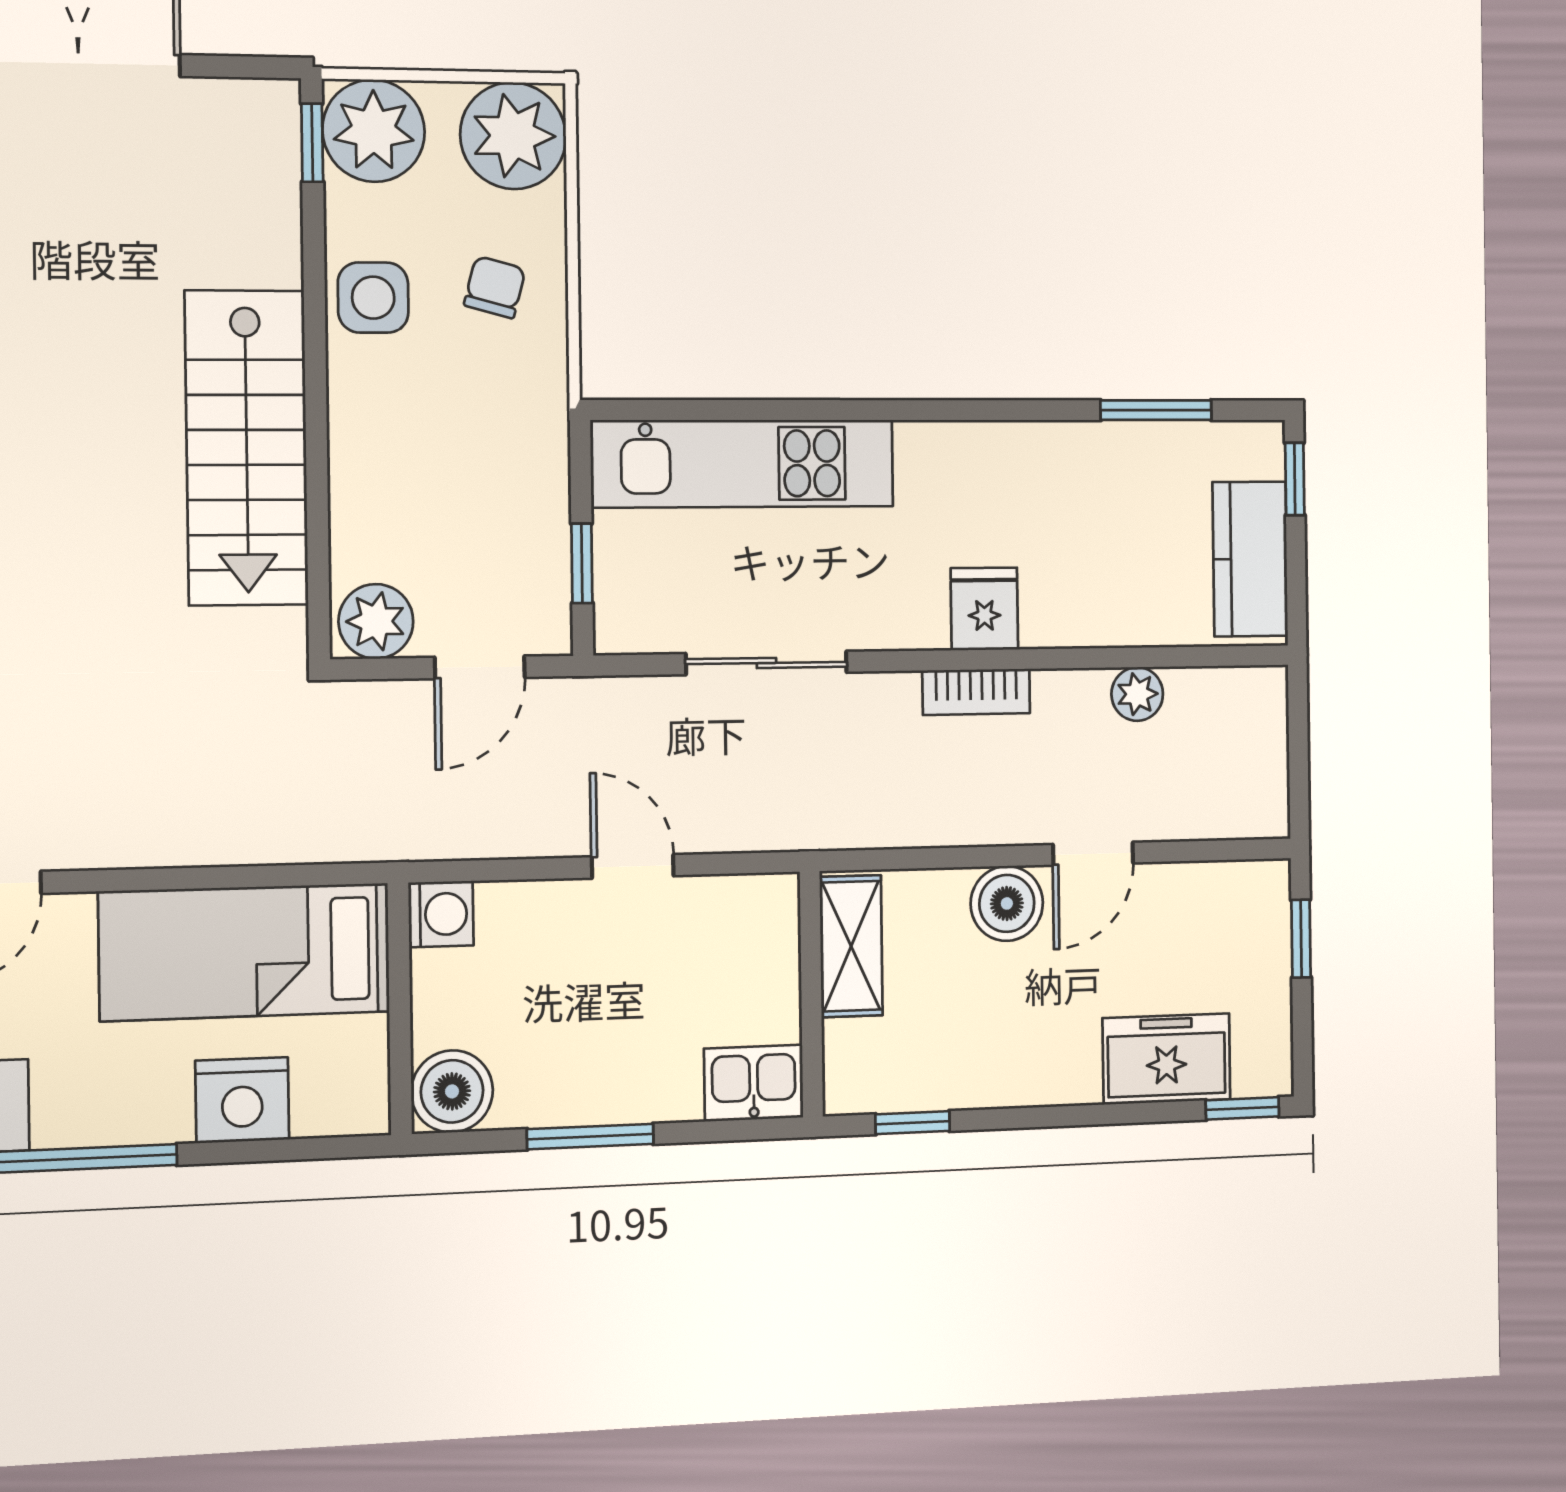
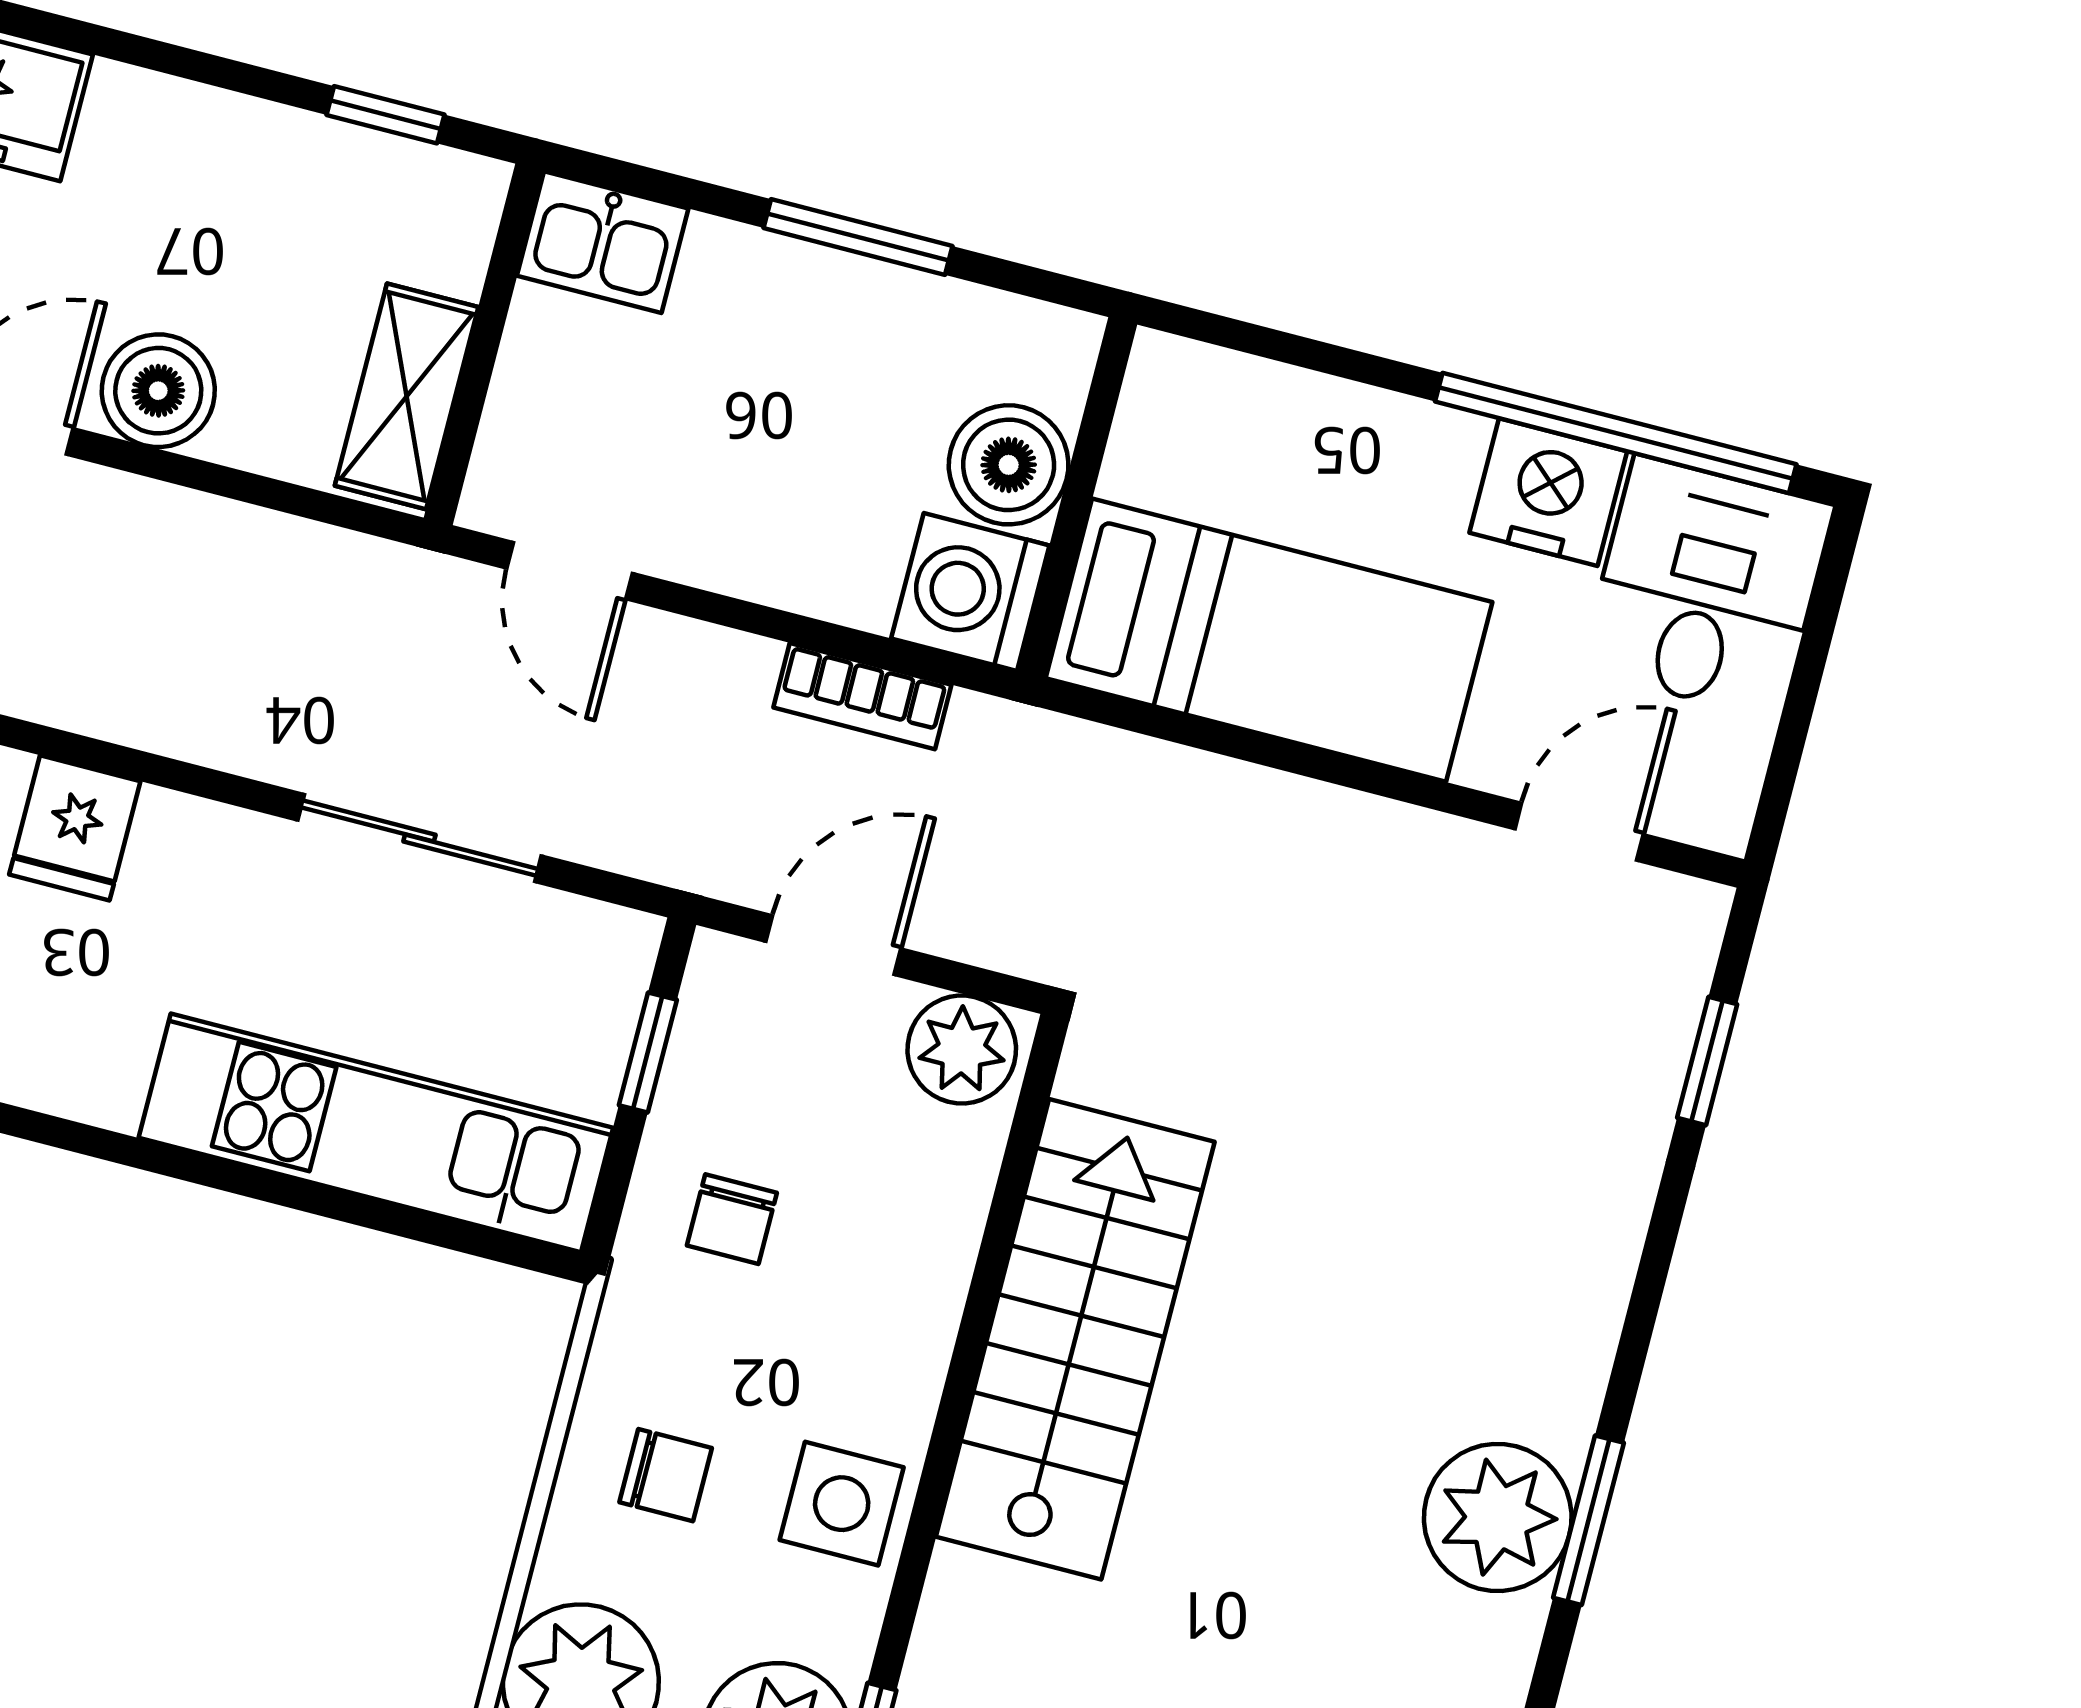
chair: (495, 287) -> (666, 1475), turned -105
chair: (497, 468) -> (732, 1219), added
bookcase: (976, 692) -> (862, 696), moved, turned 180
door: (633, 866) -> (569, 571), moved
washing machine: (441, 914) -> (970, 592), width x1.38, depth x1.38
boiler: (452, 1091) -> (1009, 465), moved
nightstand: (242, 1100) -> (1548, 492), moved

